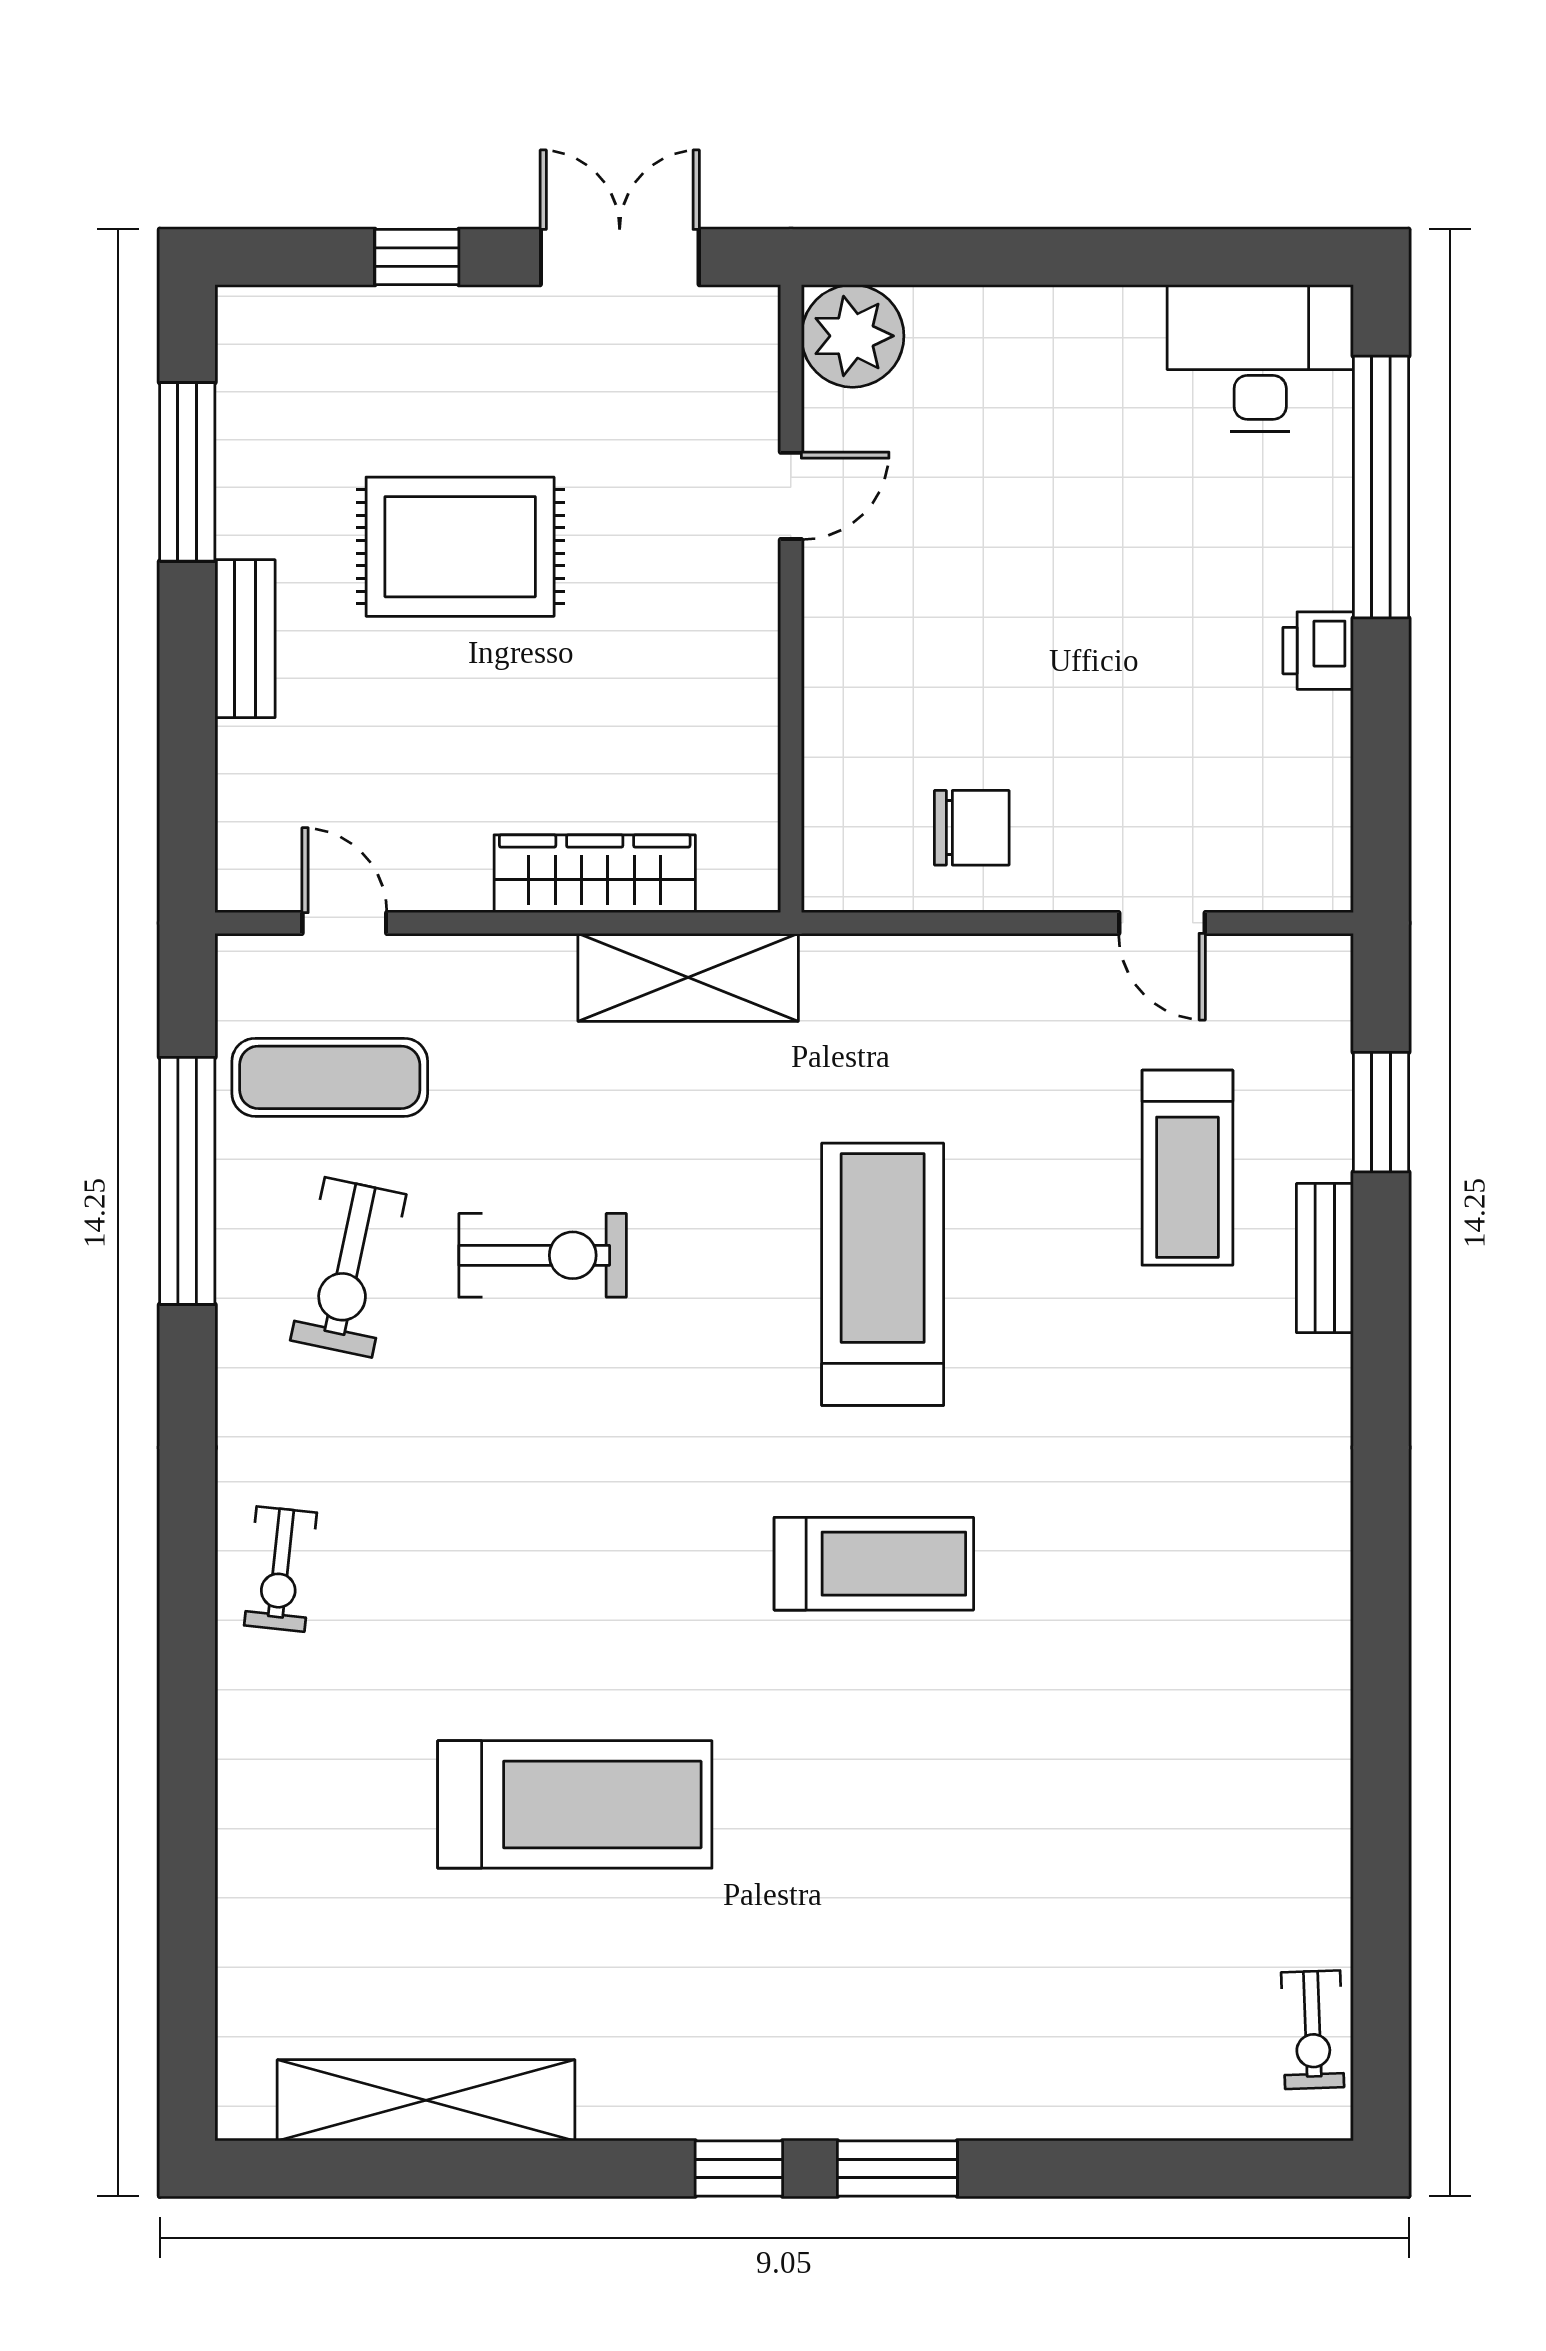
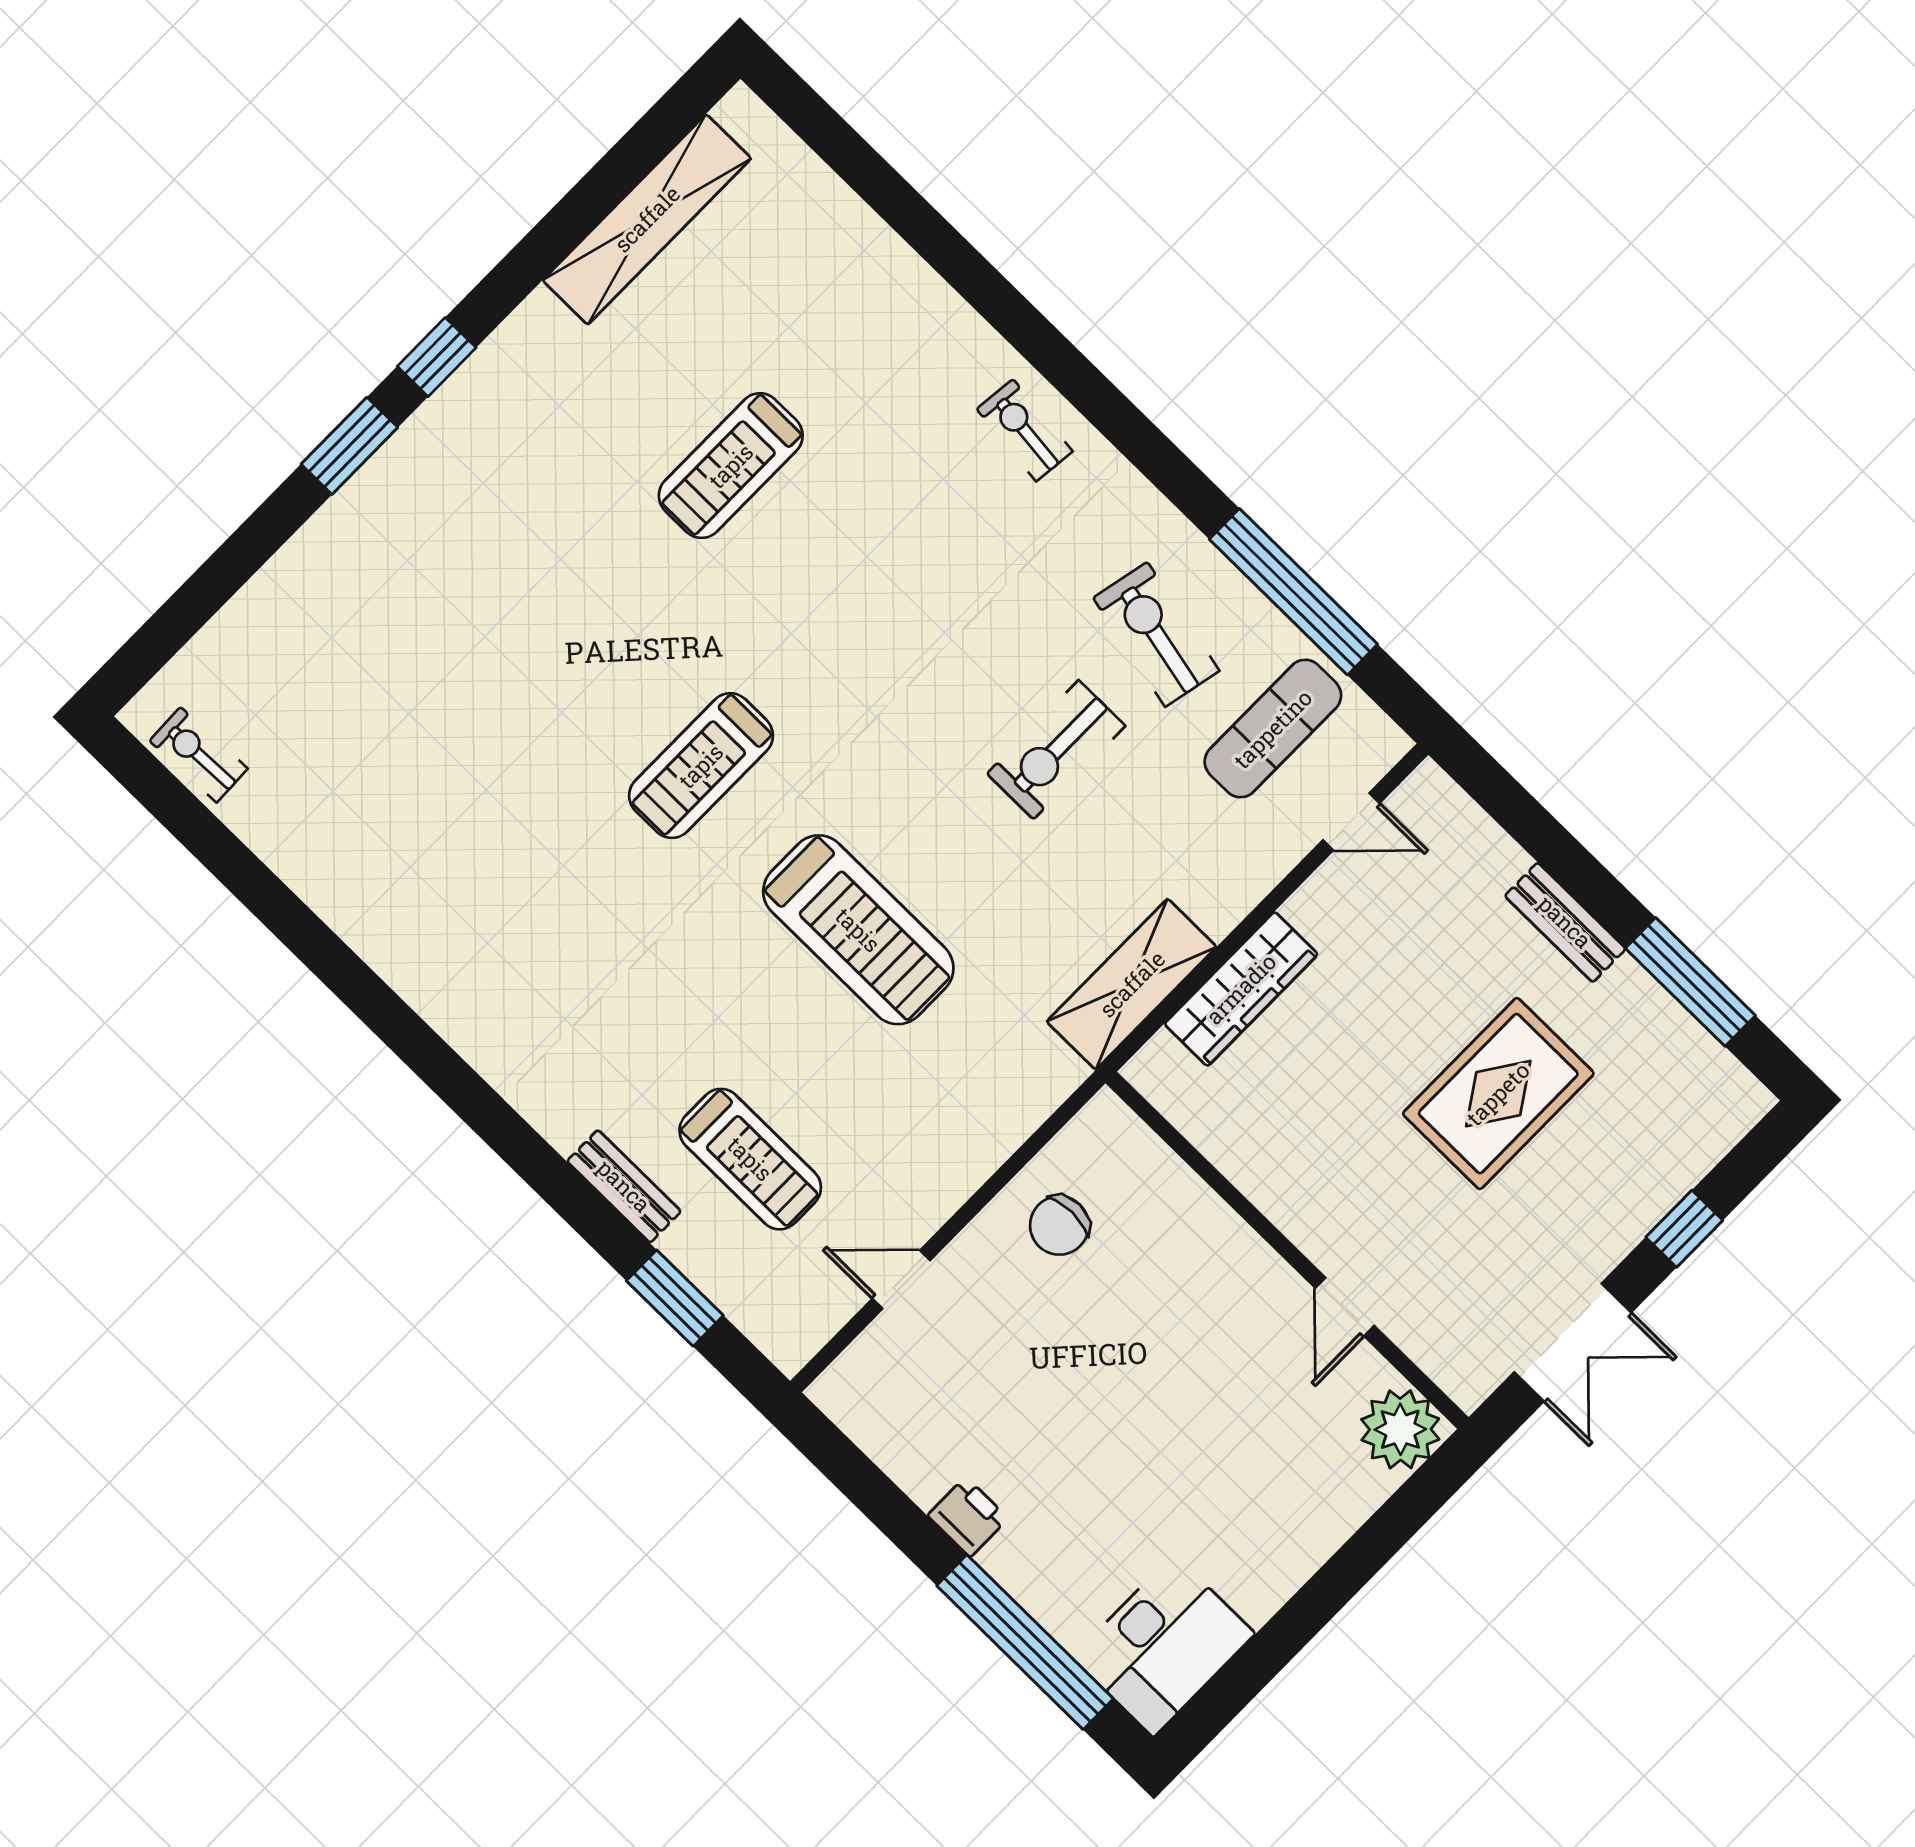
treadmill: (1187, 1168) -> (750, 1159), turned 180
treadmill: (575, 1804) -> (731, 466), width x0.73, depth x0.73

